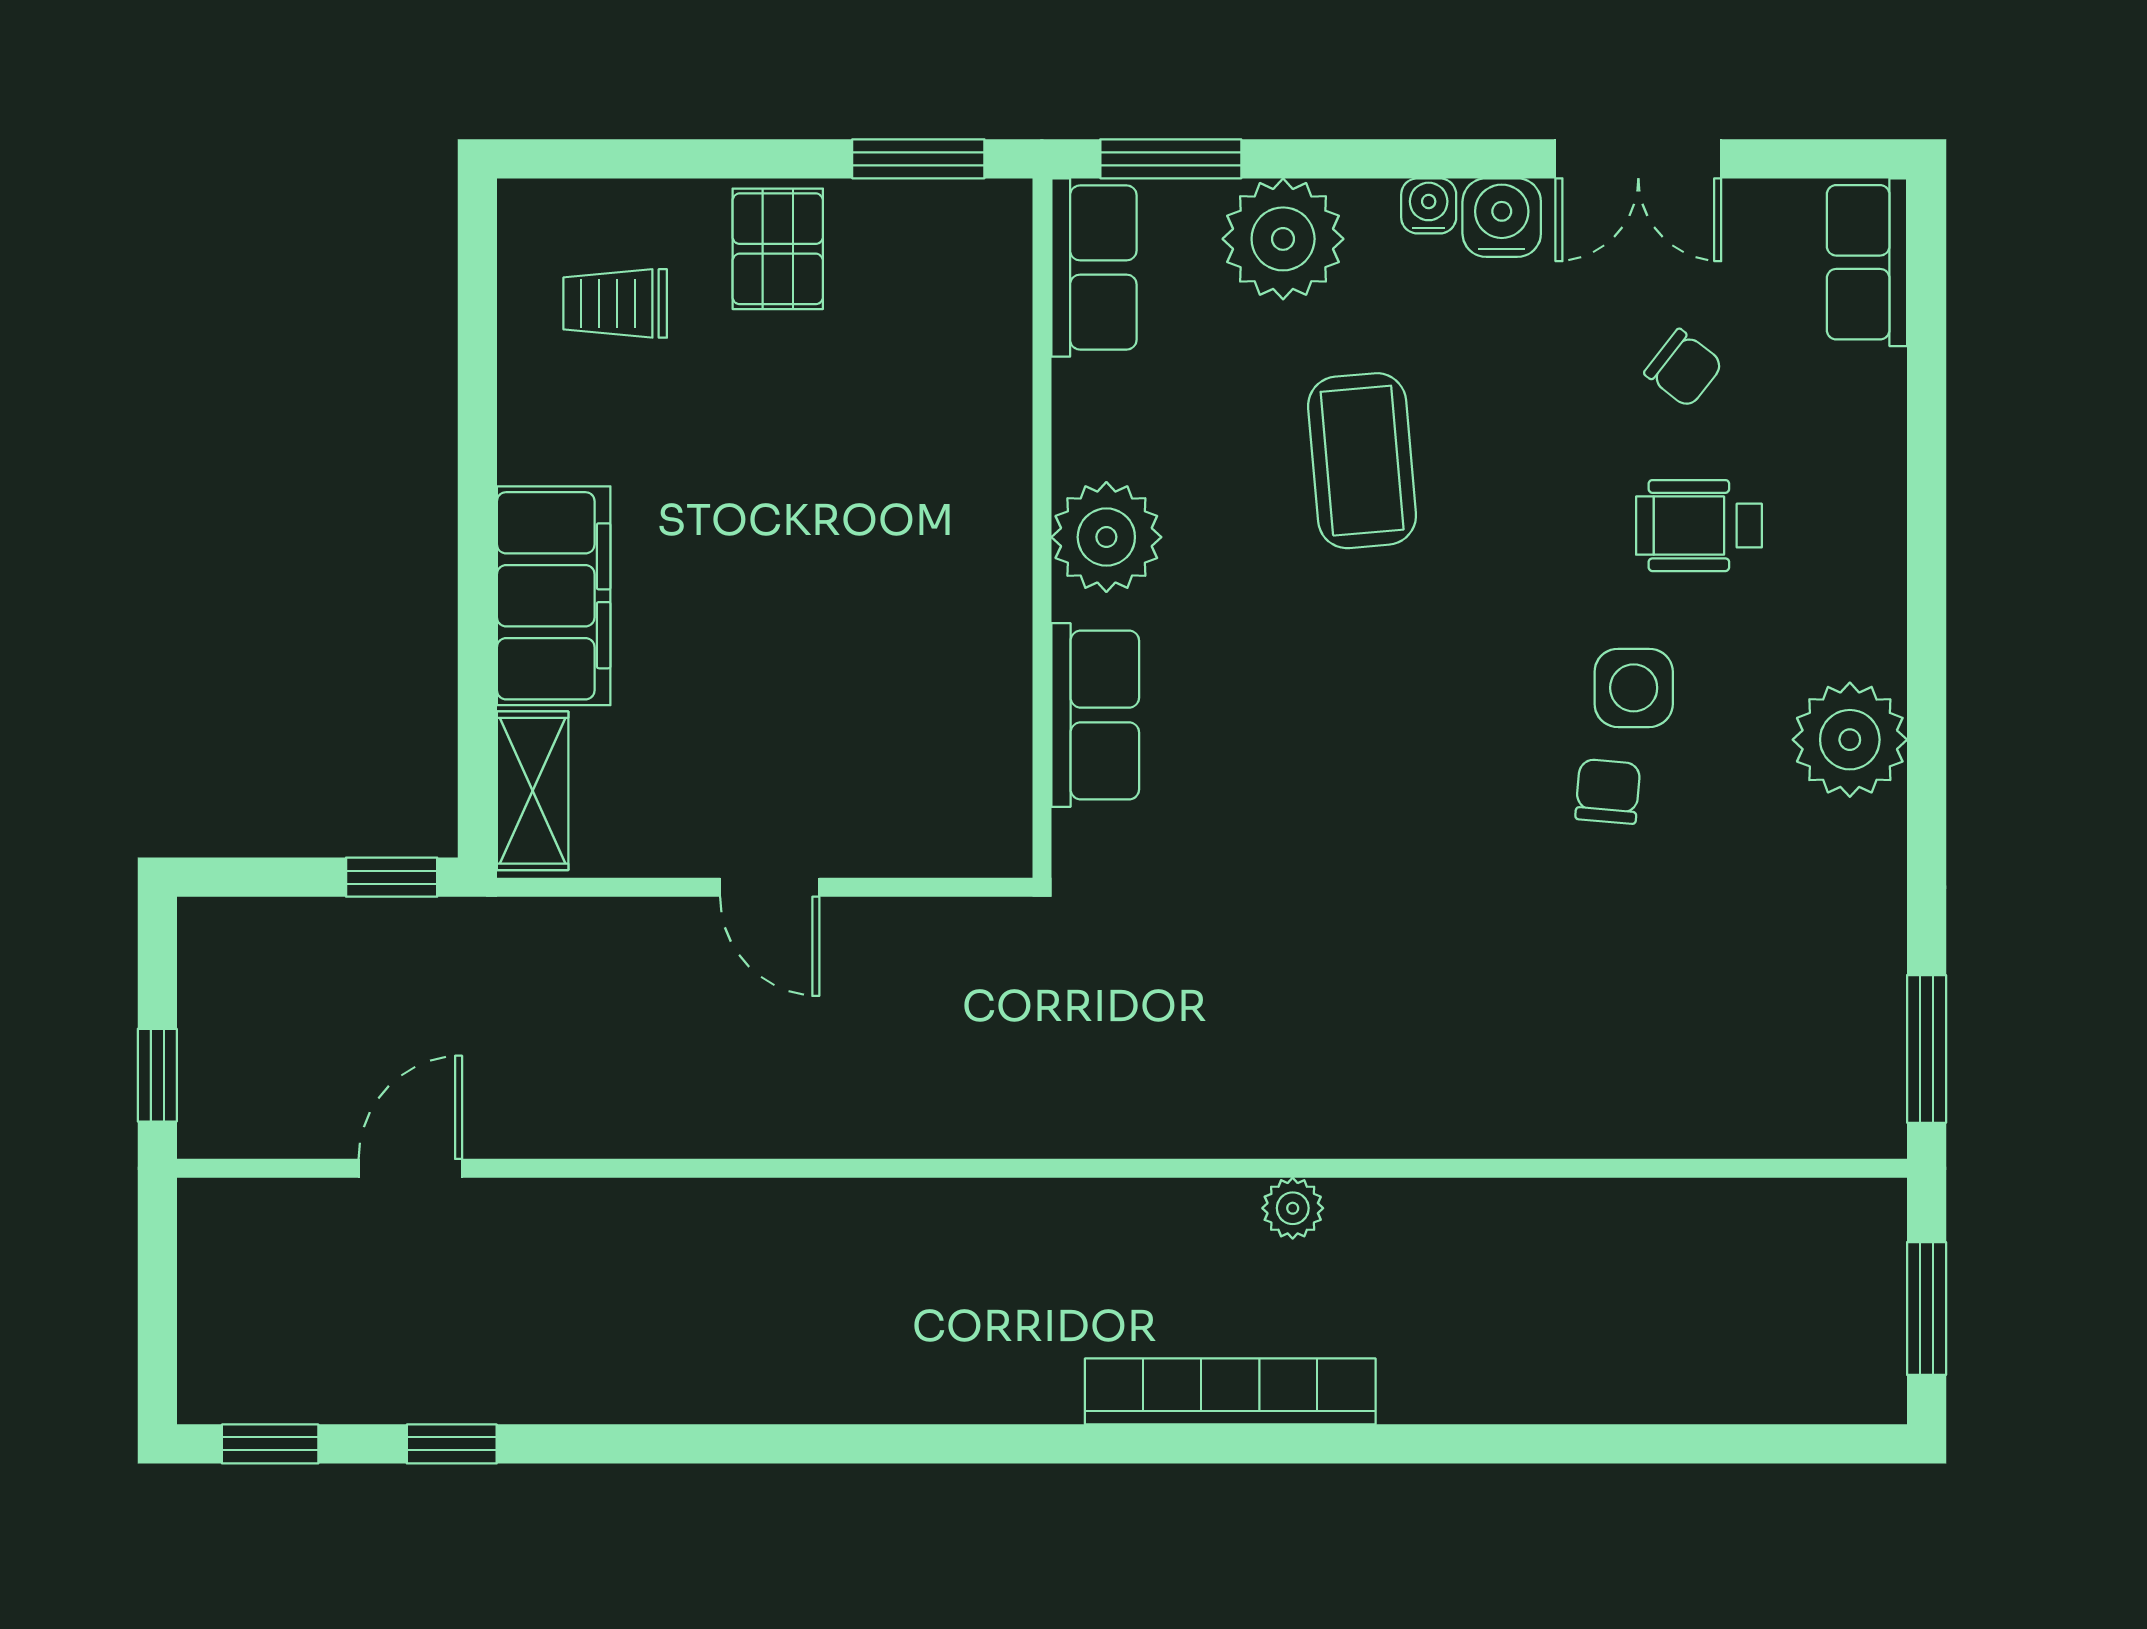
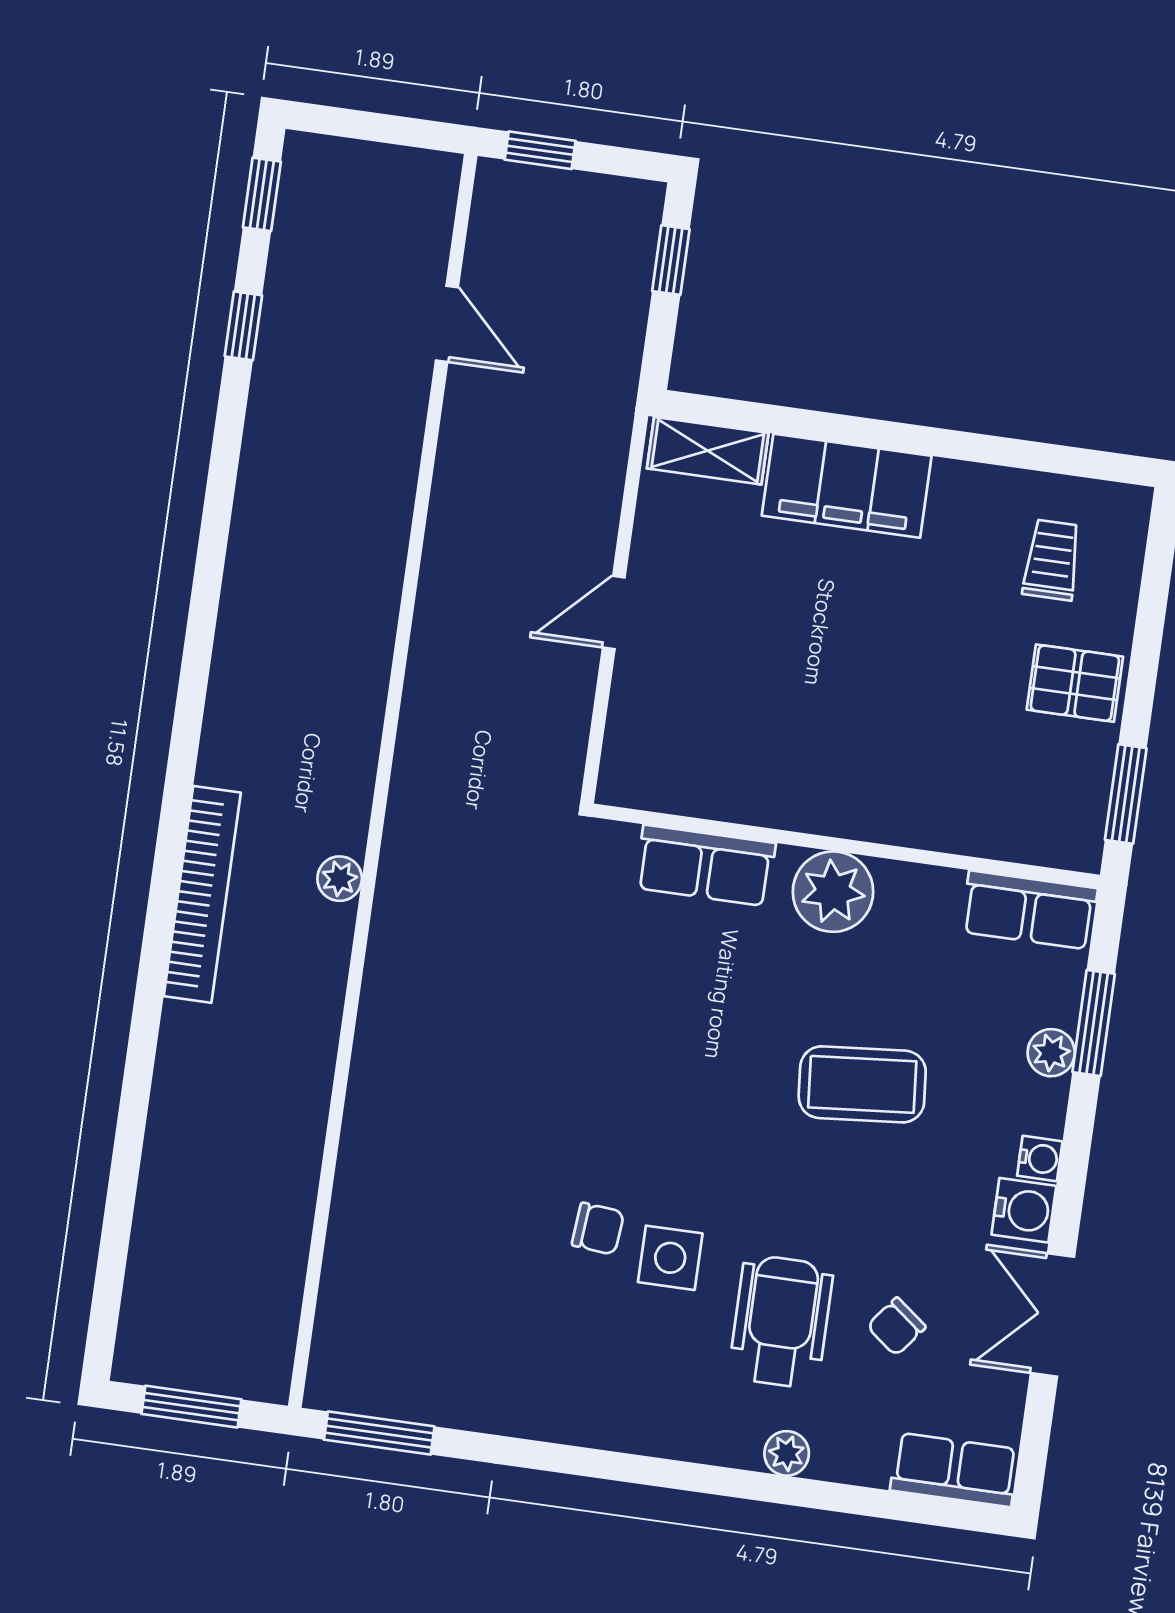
window: (1171, 159) -> (1094, 1023), moved
plant: (1283, 239) -> (1051, 1053), width x0.53, depth x0.53
wheelchair: (1699, 526) -> (781, 1322), width x1.36, depth x1.37
plant: (1850, 740) -> (787, 1453), moved, width x0.53, depth x0.53
window: (392, 877) -> (671, 260), moved
plant: (1293, 1208) -> (340, 879), moved

